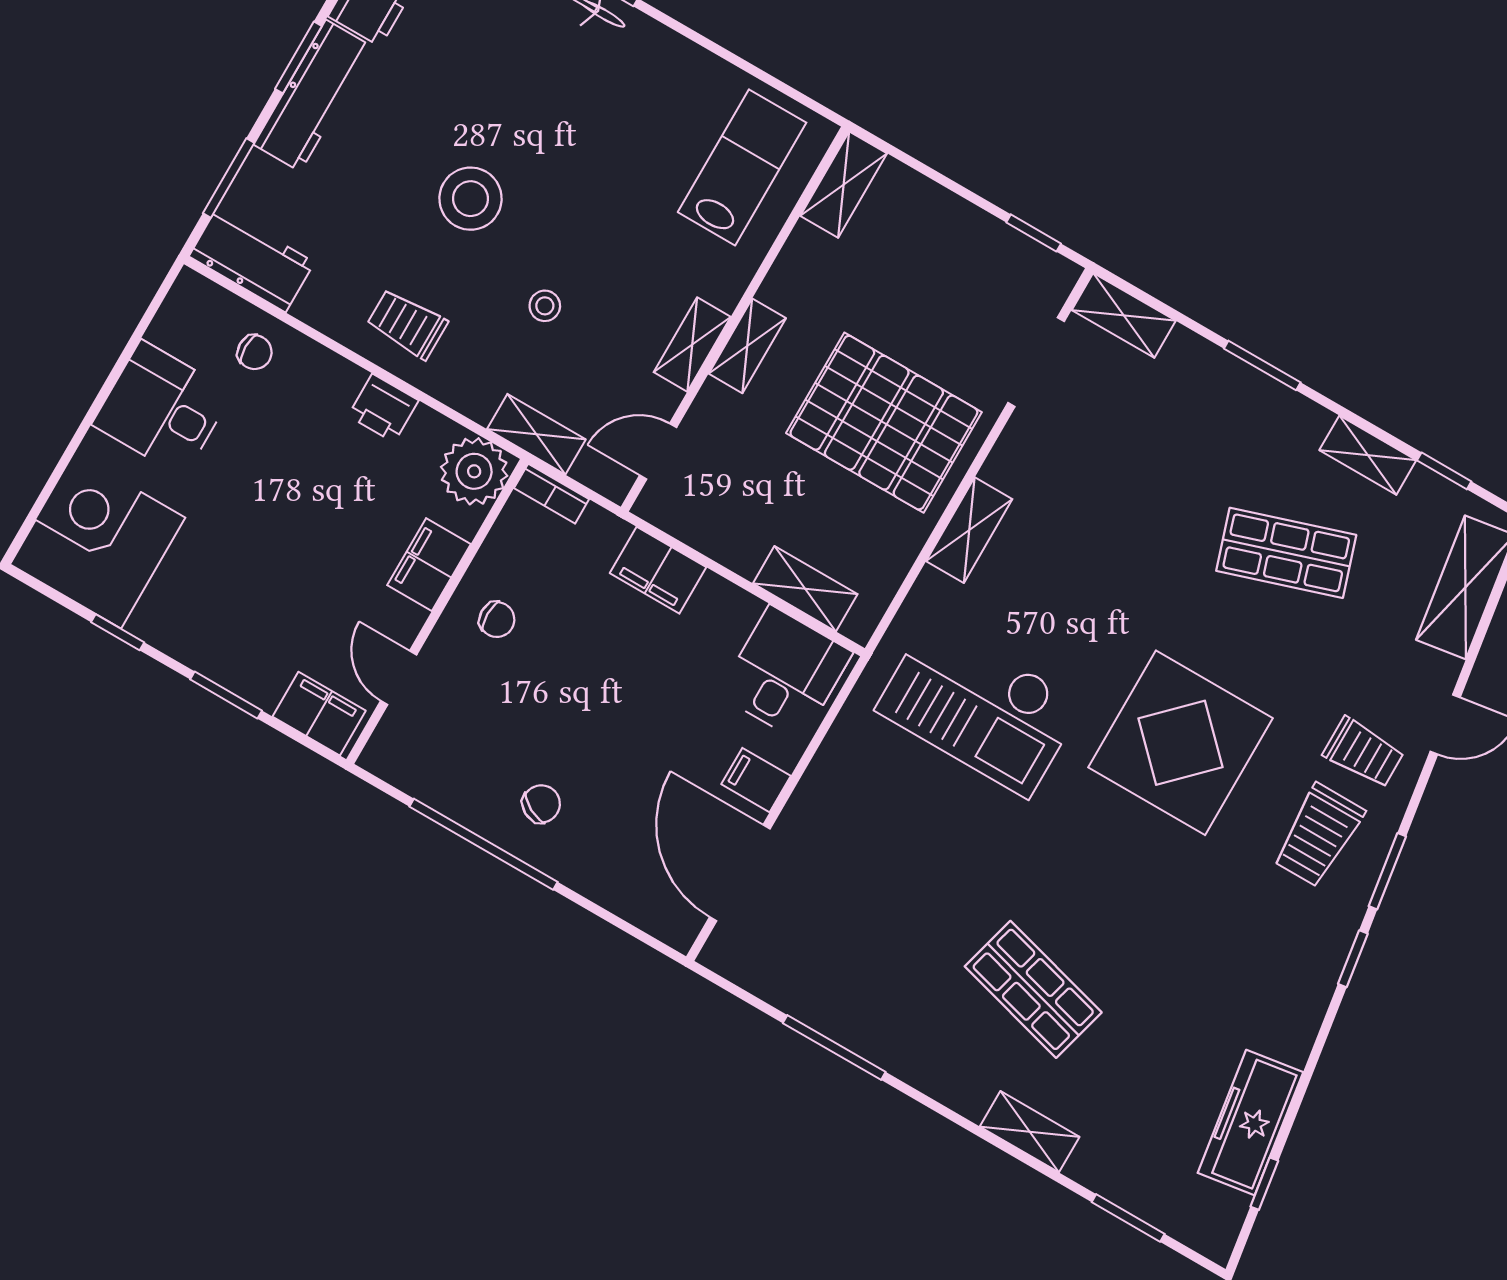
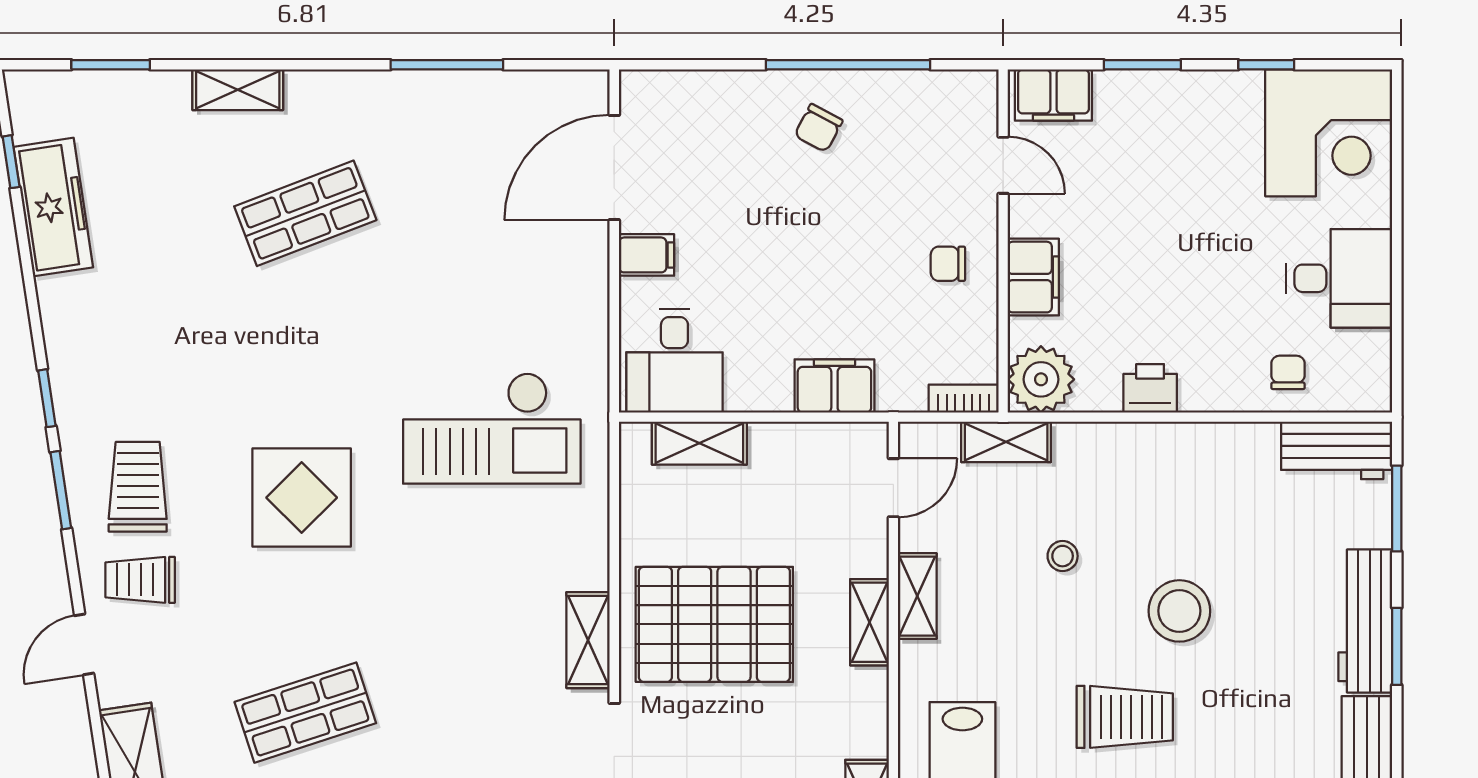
trolley: (407, 324) -> (1125, 717), moved, width x1.36, depth x1.39
chair: (255, 352) -> (1288, 372), turned 90
shelving: (969, 530) -> (588, 640), moved
checkout: (979, 707) -> (492, 428), turned 180
display table: (1181, 743) -> (302, 498), width x0.73, depth x0.73
door: (740, 873) -> (614, 167), swing flipped
shop shelf: (1033, 989) -> (305, 213), turned -36

